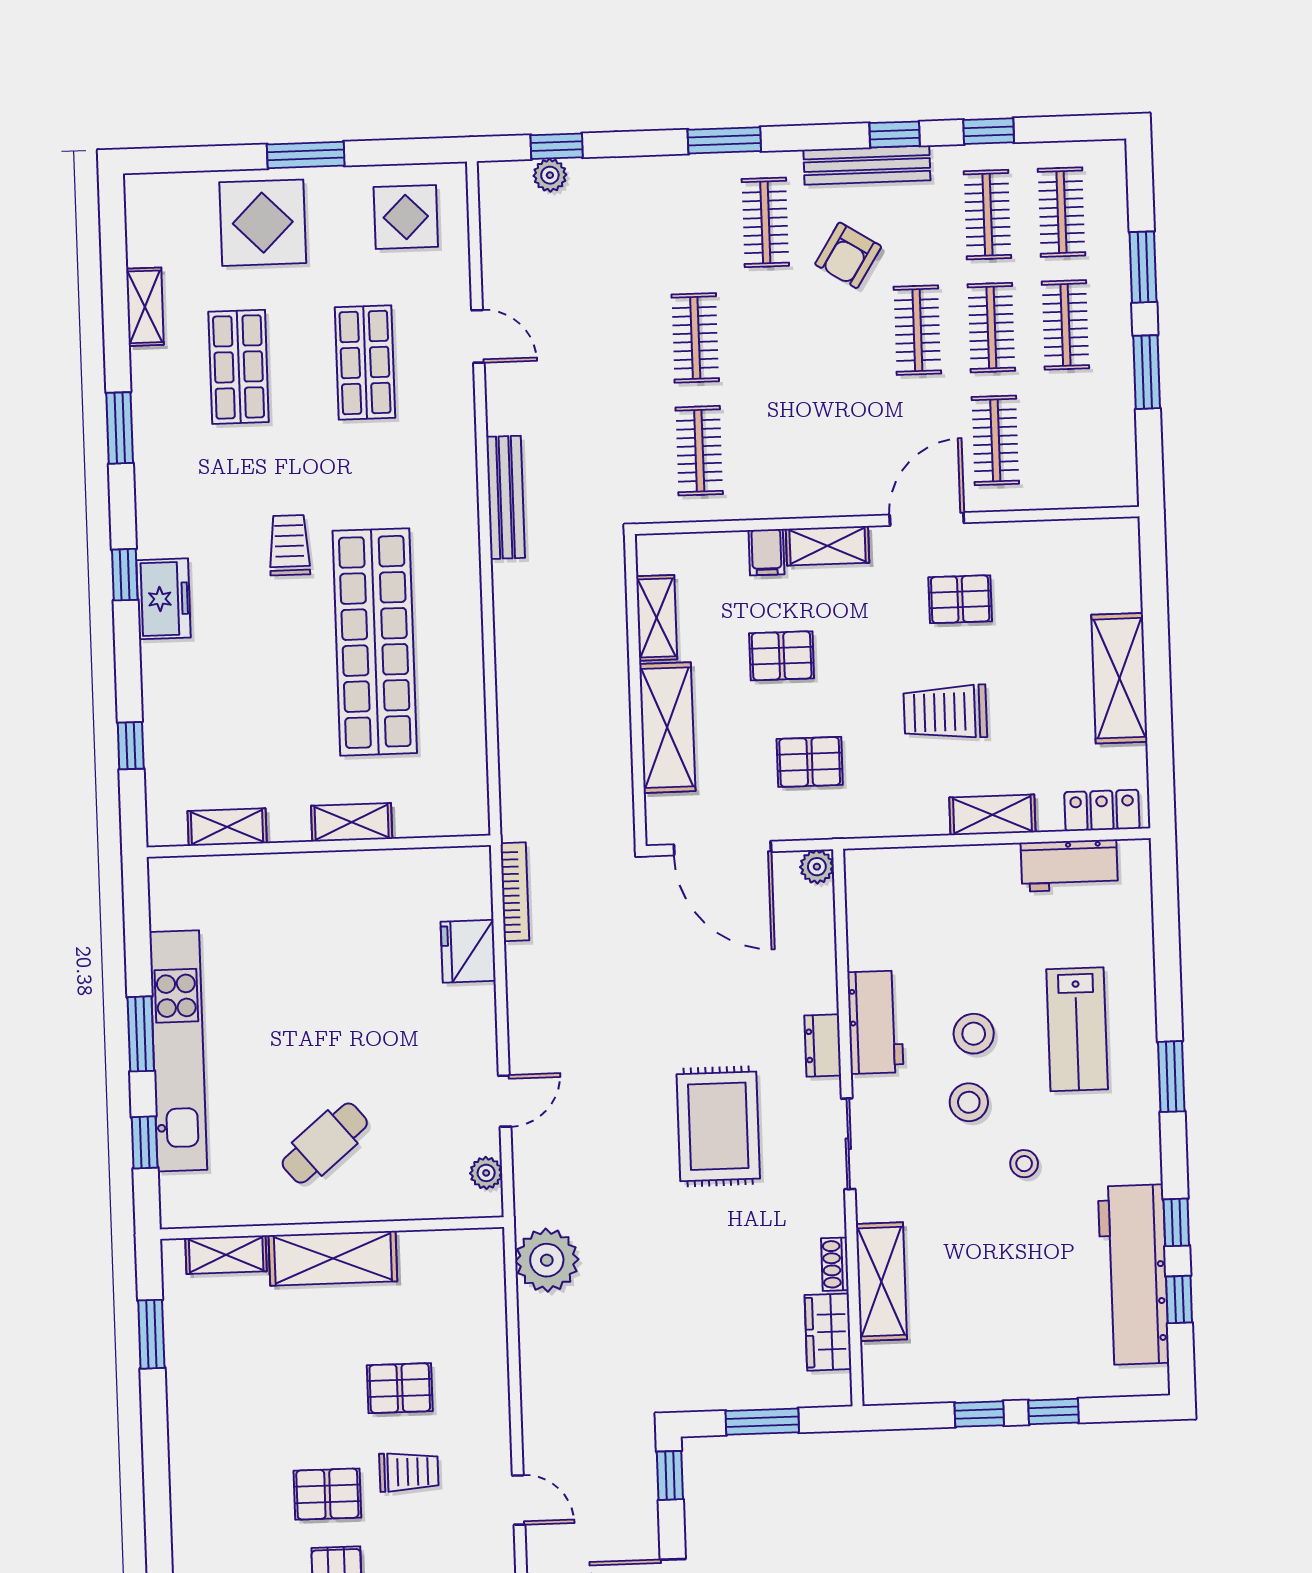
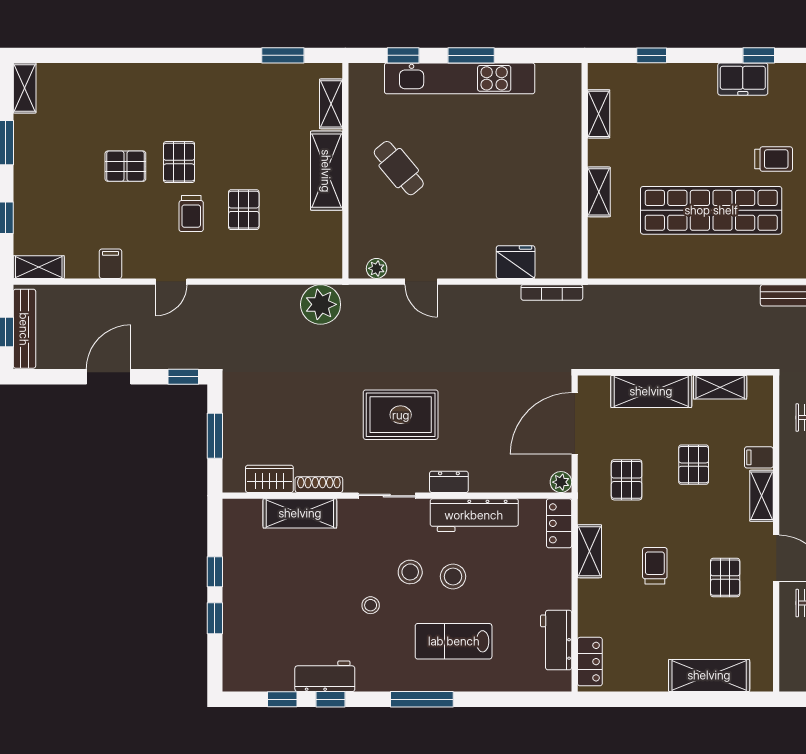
shelving: (1119, 678) -> (709, 675), moved
trolley: (945, 712) -> (655, 566), width x0.73, depth x0.72
shelving: (992, 815) -> (590, 551), moved
locker: (883, 867) -> (559, 523), added
workbench: (875, 1022) -> (474, 515), width x1.38
window: (1171, 1077) -> (422, 699), width x1.44
shoe rack: (835, 1264) -> (319, 485), width x1.43
workbench: (1134, 1275) -> (325, 676), width x0.53, depth x0.76

